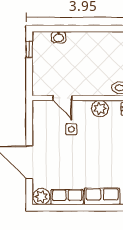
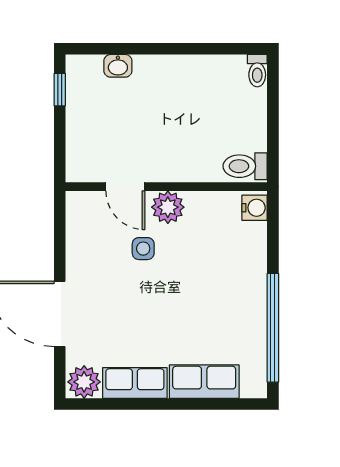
plant: (100, 108) -> (168, 207), moved

